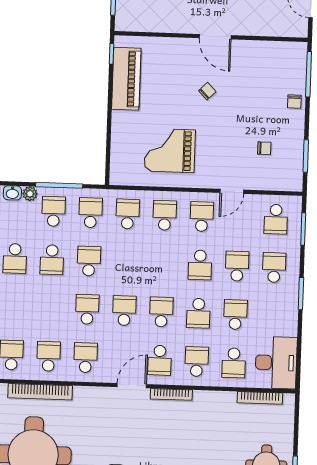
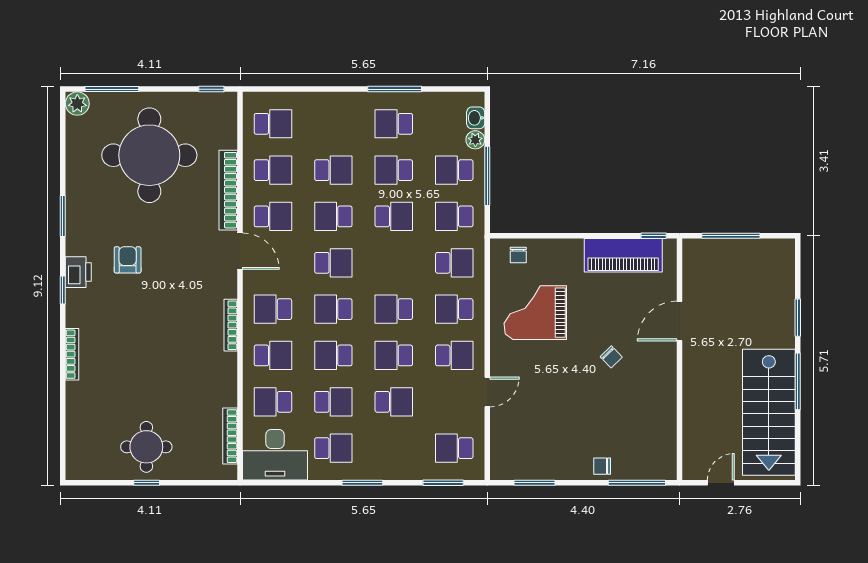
door: (215, 37) -> (680, 321), moved
chair: (264, 148) -> (518, 255), moved
grand piano: (170, 151) -> (535, 313), turned -90
door: (232, 191) -> (487, 392), swing flipped
school desk: (54, 211) -> (454, 170), turned 180
school desk: (91, 213) -> (454, 216), turned 180
school desk: (165, 215) -> (454, 309), turned 180
school desk: (163, 264) -> (394, 309), added
school desk: (274, 267) -> (333, 448), moved
school desk: (50, 308) -> (333, 170), added
school desk: (87, 309) -> (333, 216), turned 180
school desk: (161, 312) -> (333, 309), turned 180
door: (132, 386) -> (240, 251), moved
bookcase: (40, 392) -> (228, 190), moved

